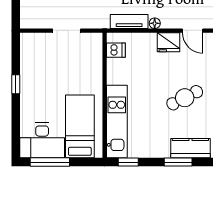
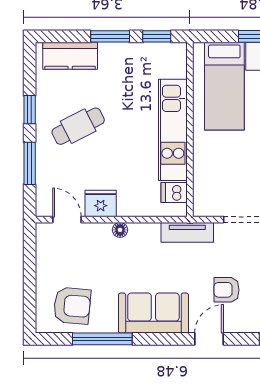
tv unit: (129, 22) -> (187, 232), moved
kitchen unit: (117, 122) -> (173, 130), moved
window: (178, 162) -> (110, 36), moved

